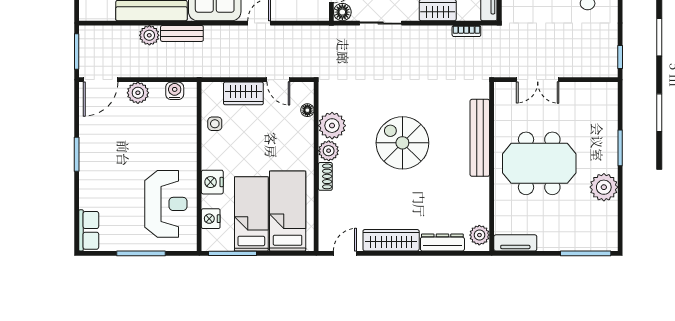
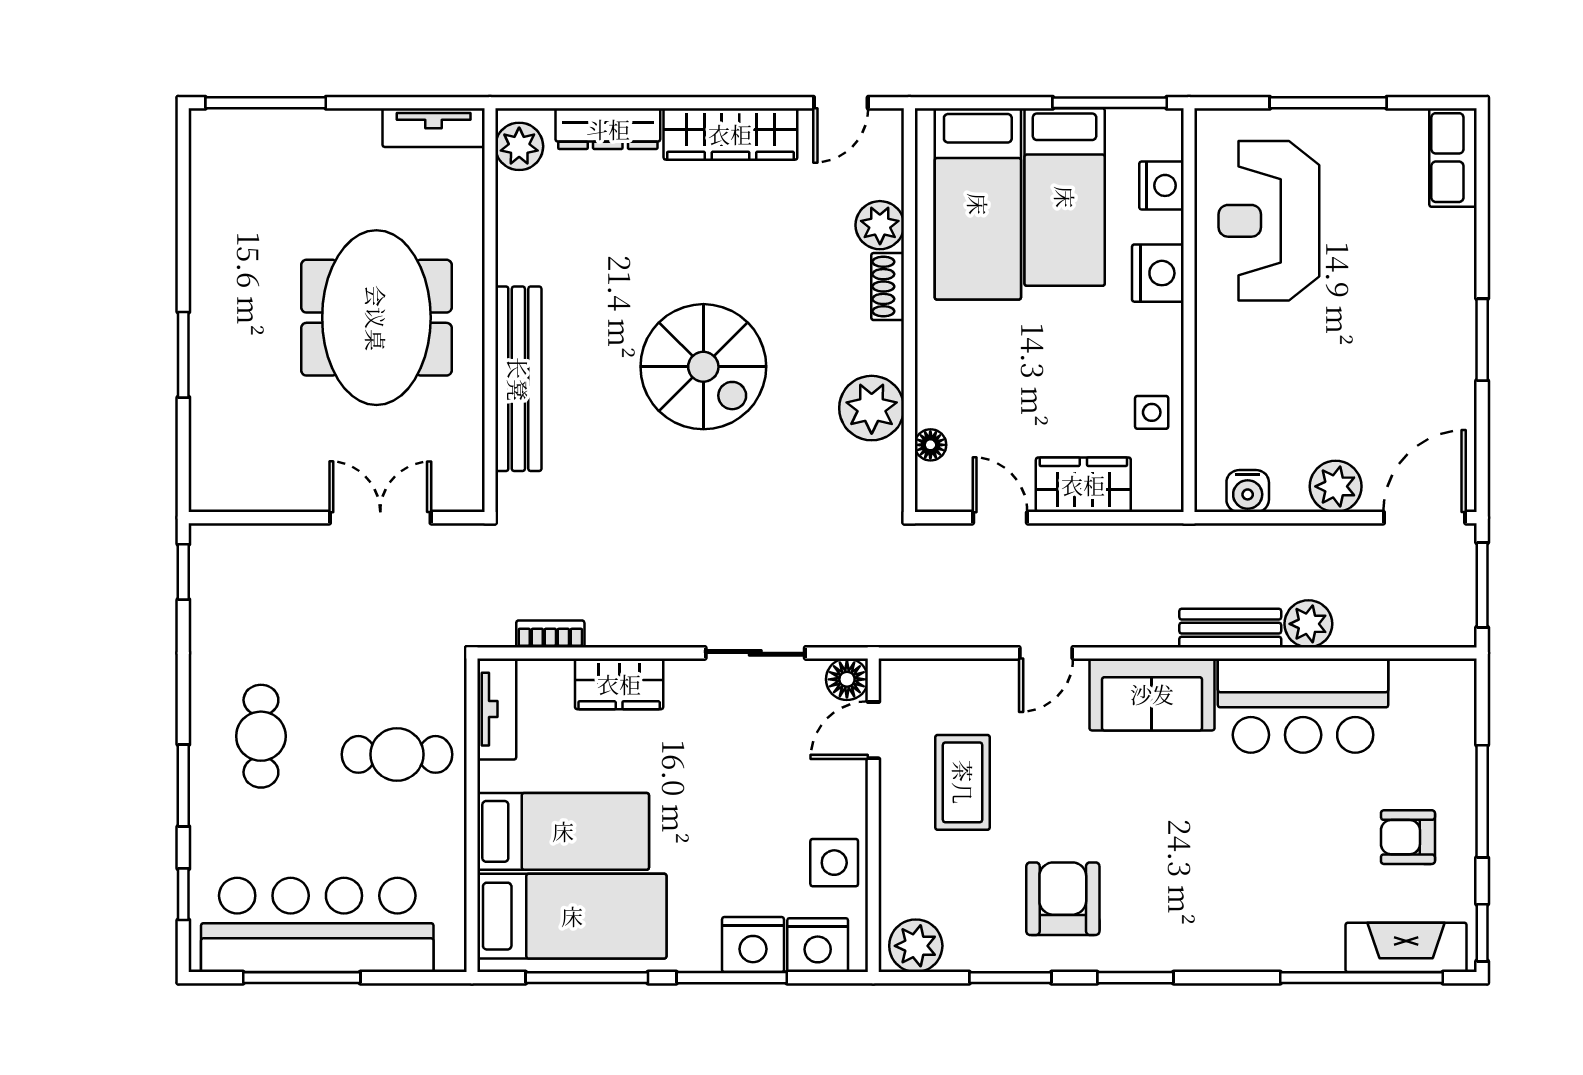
plant: (329, 151) -> (880, 225), moved
meeting table: (539, 163) -> (376, 318), turned 90
plant: (604, 187) -> (222, 261), removed

